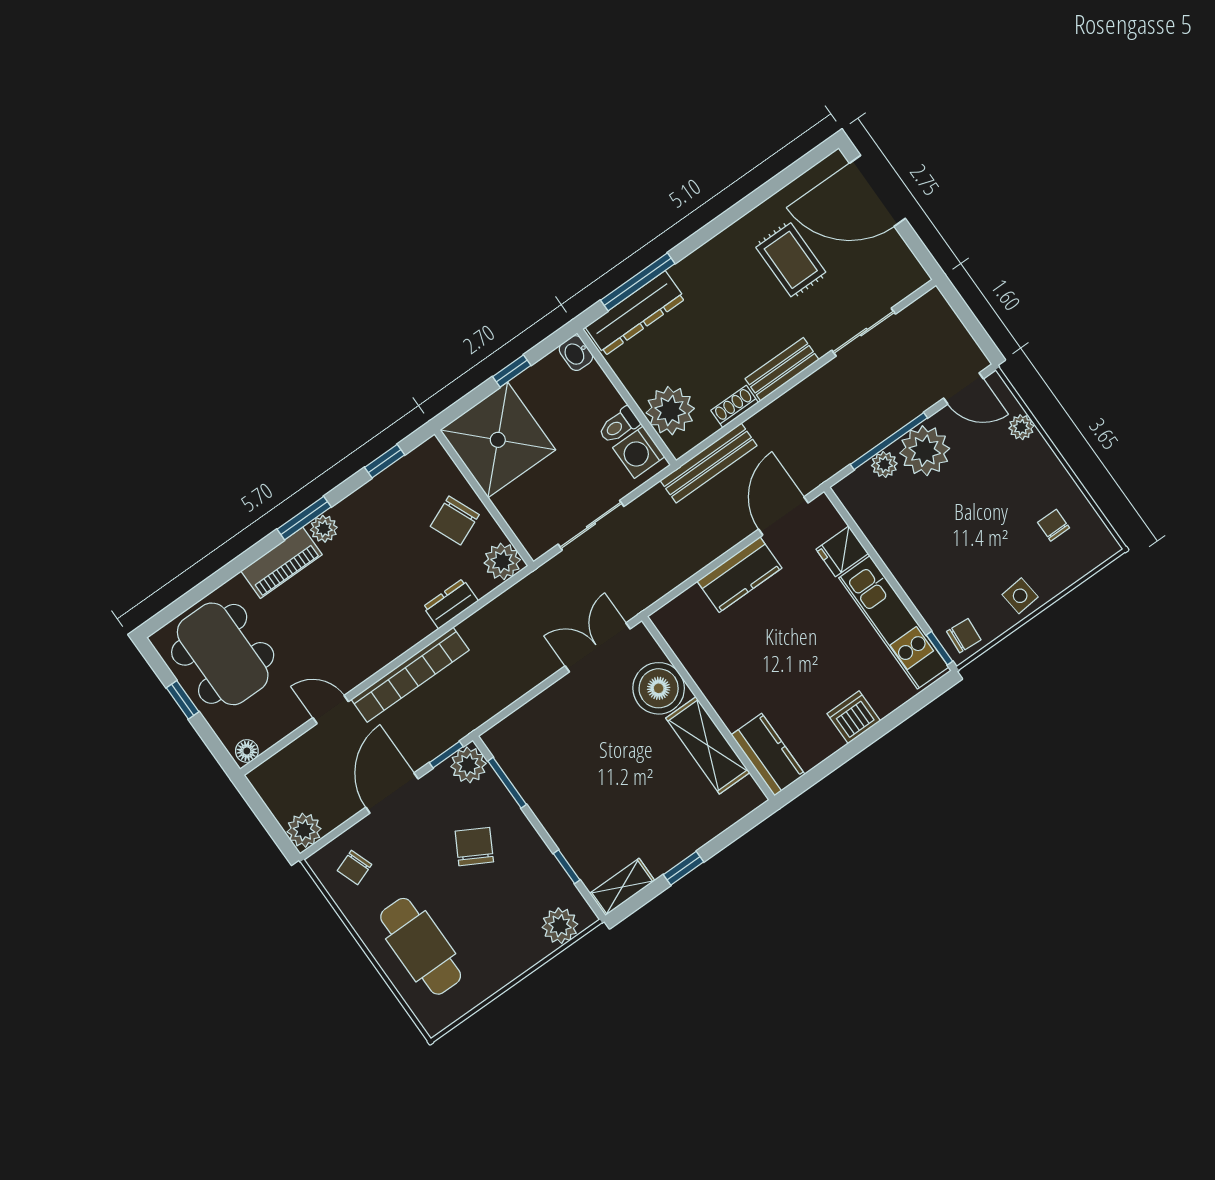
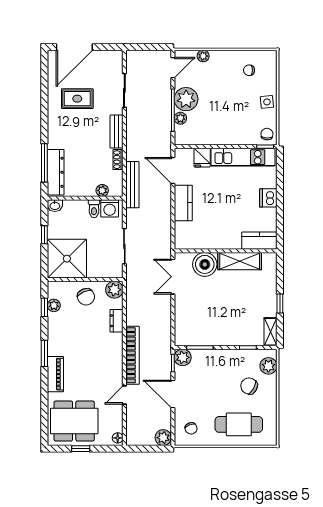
plant: (670, 411) -> (102, 190), width x0.53, depth x0.53
plant: (324, 529) -> (54, 305), moved
chair: (474, 847) -> (249, 386), moved

